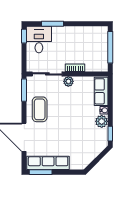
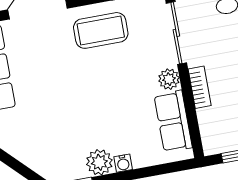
row of seats: (101, 91) -> (173, 121), moved, turned -90

